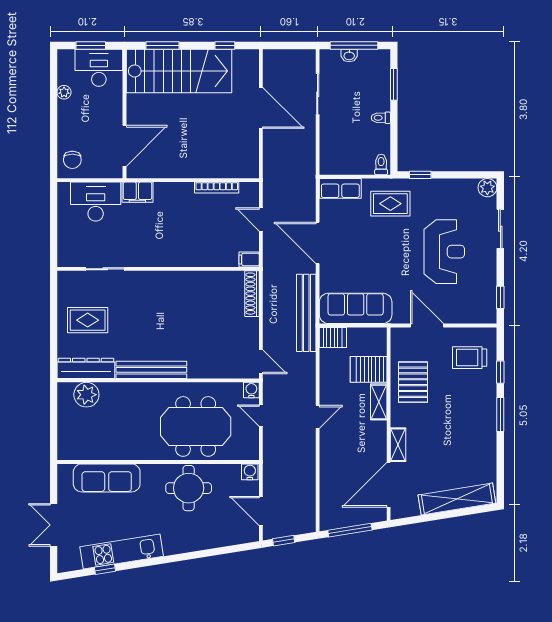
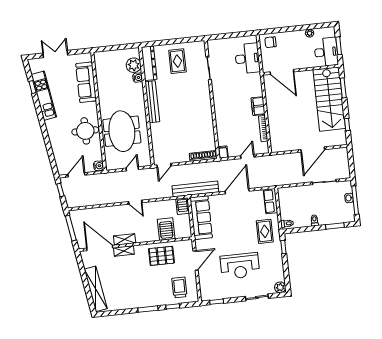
filing cabinet: (137, 192) -> (258, 106), moved
water cooler: (251, 390) -> (138, 78), moved
shelving: (379, 402) -> (125, 239), moved

